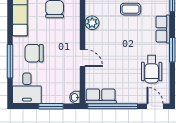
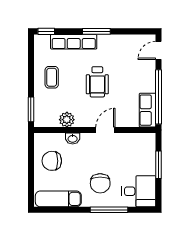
row of seats: (163, 29) -> (74, 42), width x1.48
wheelchair: (152, 69) -> (97, 82), moved, turned 90
washbasin: (75, 97) -> (73, 139), moved

